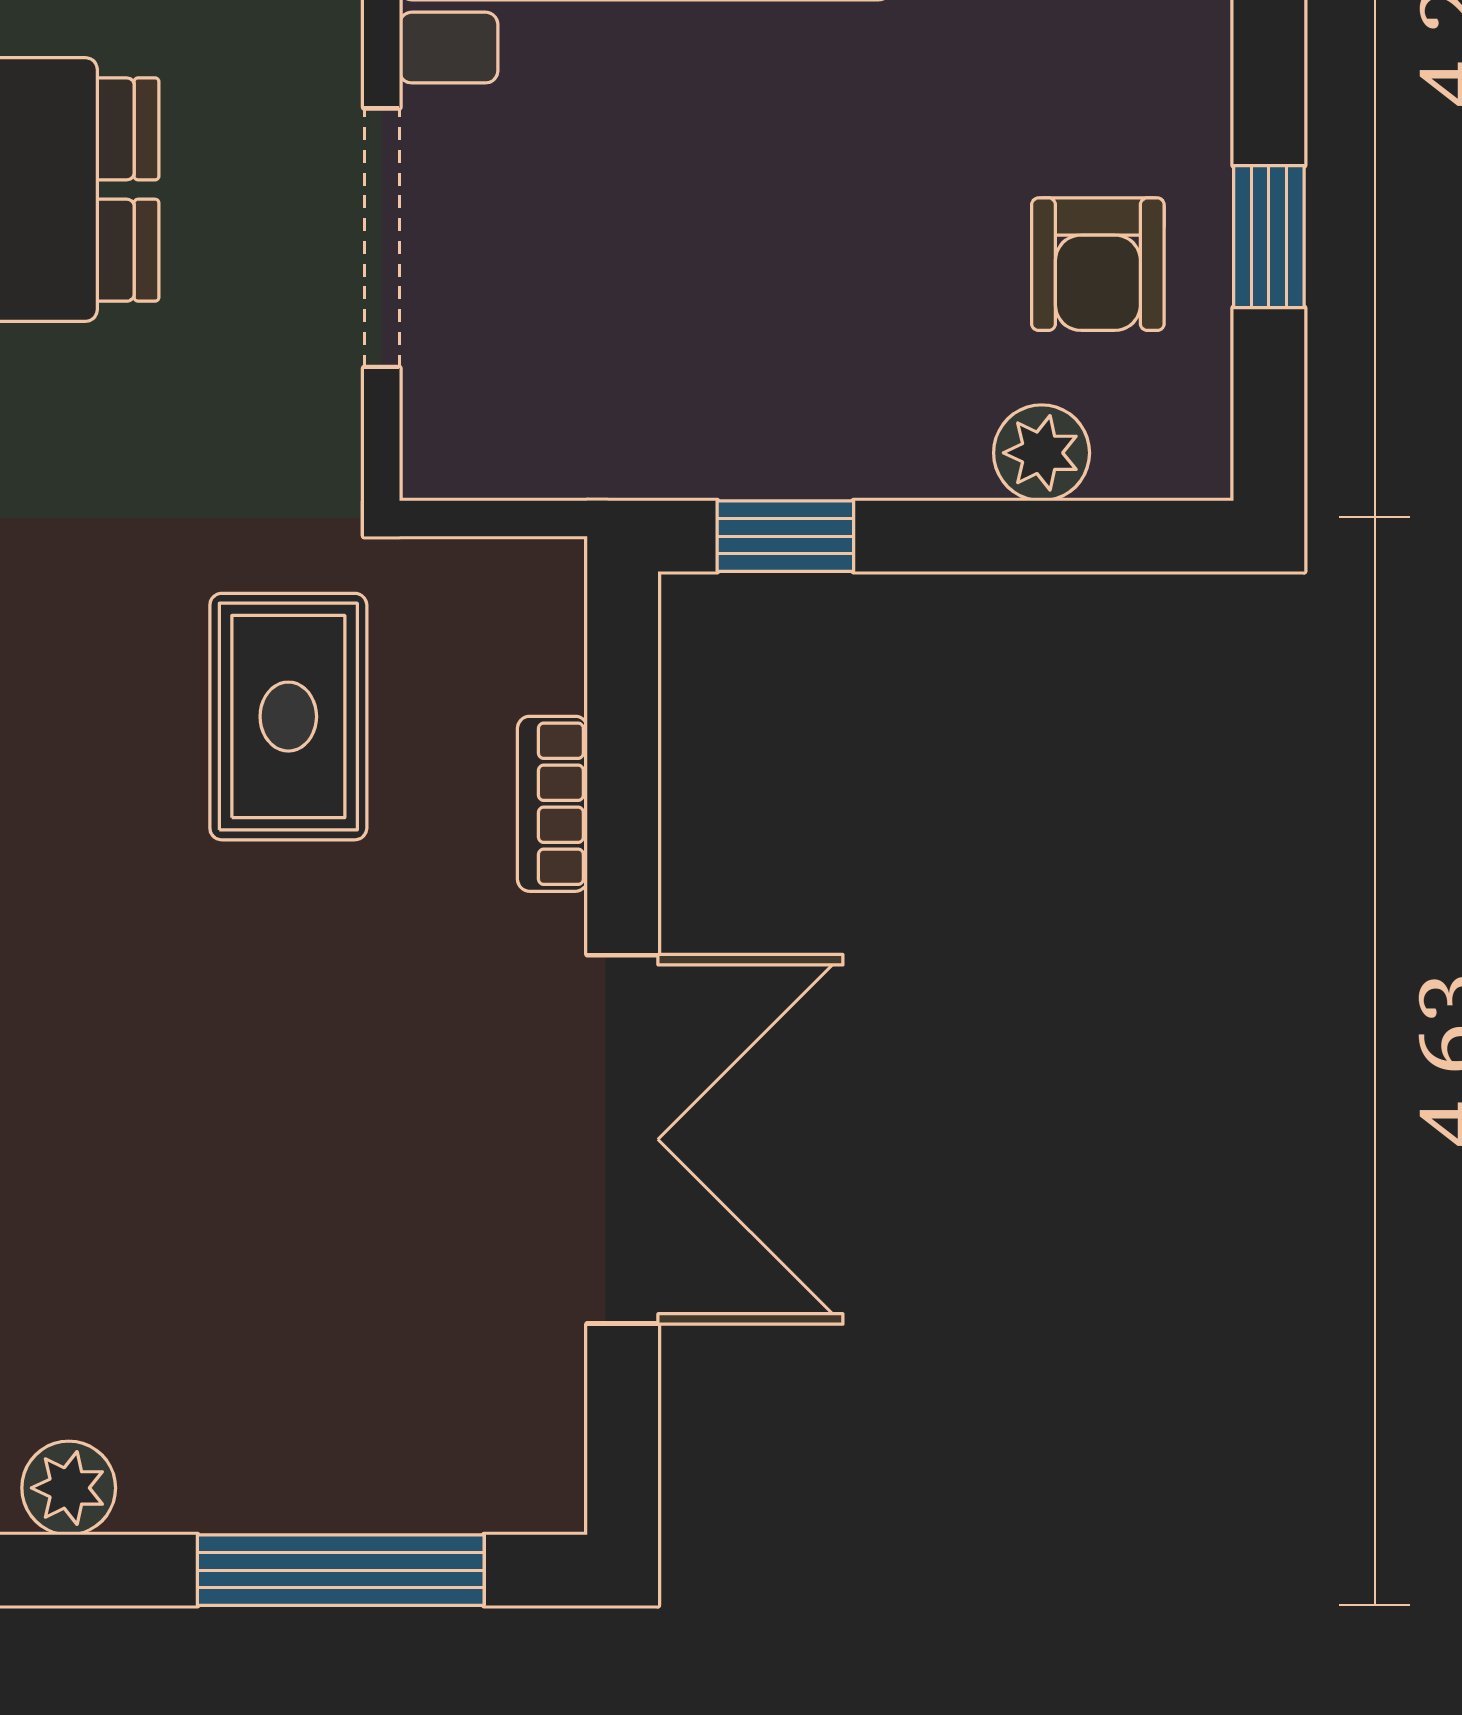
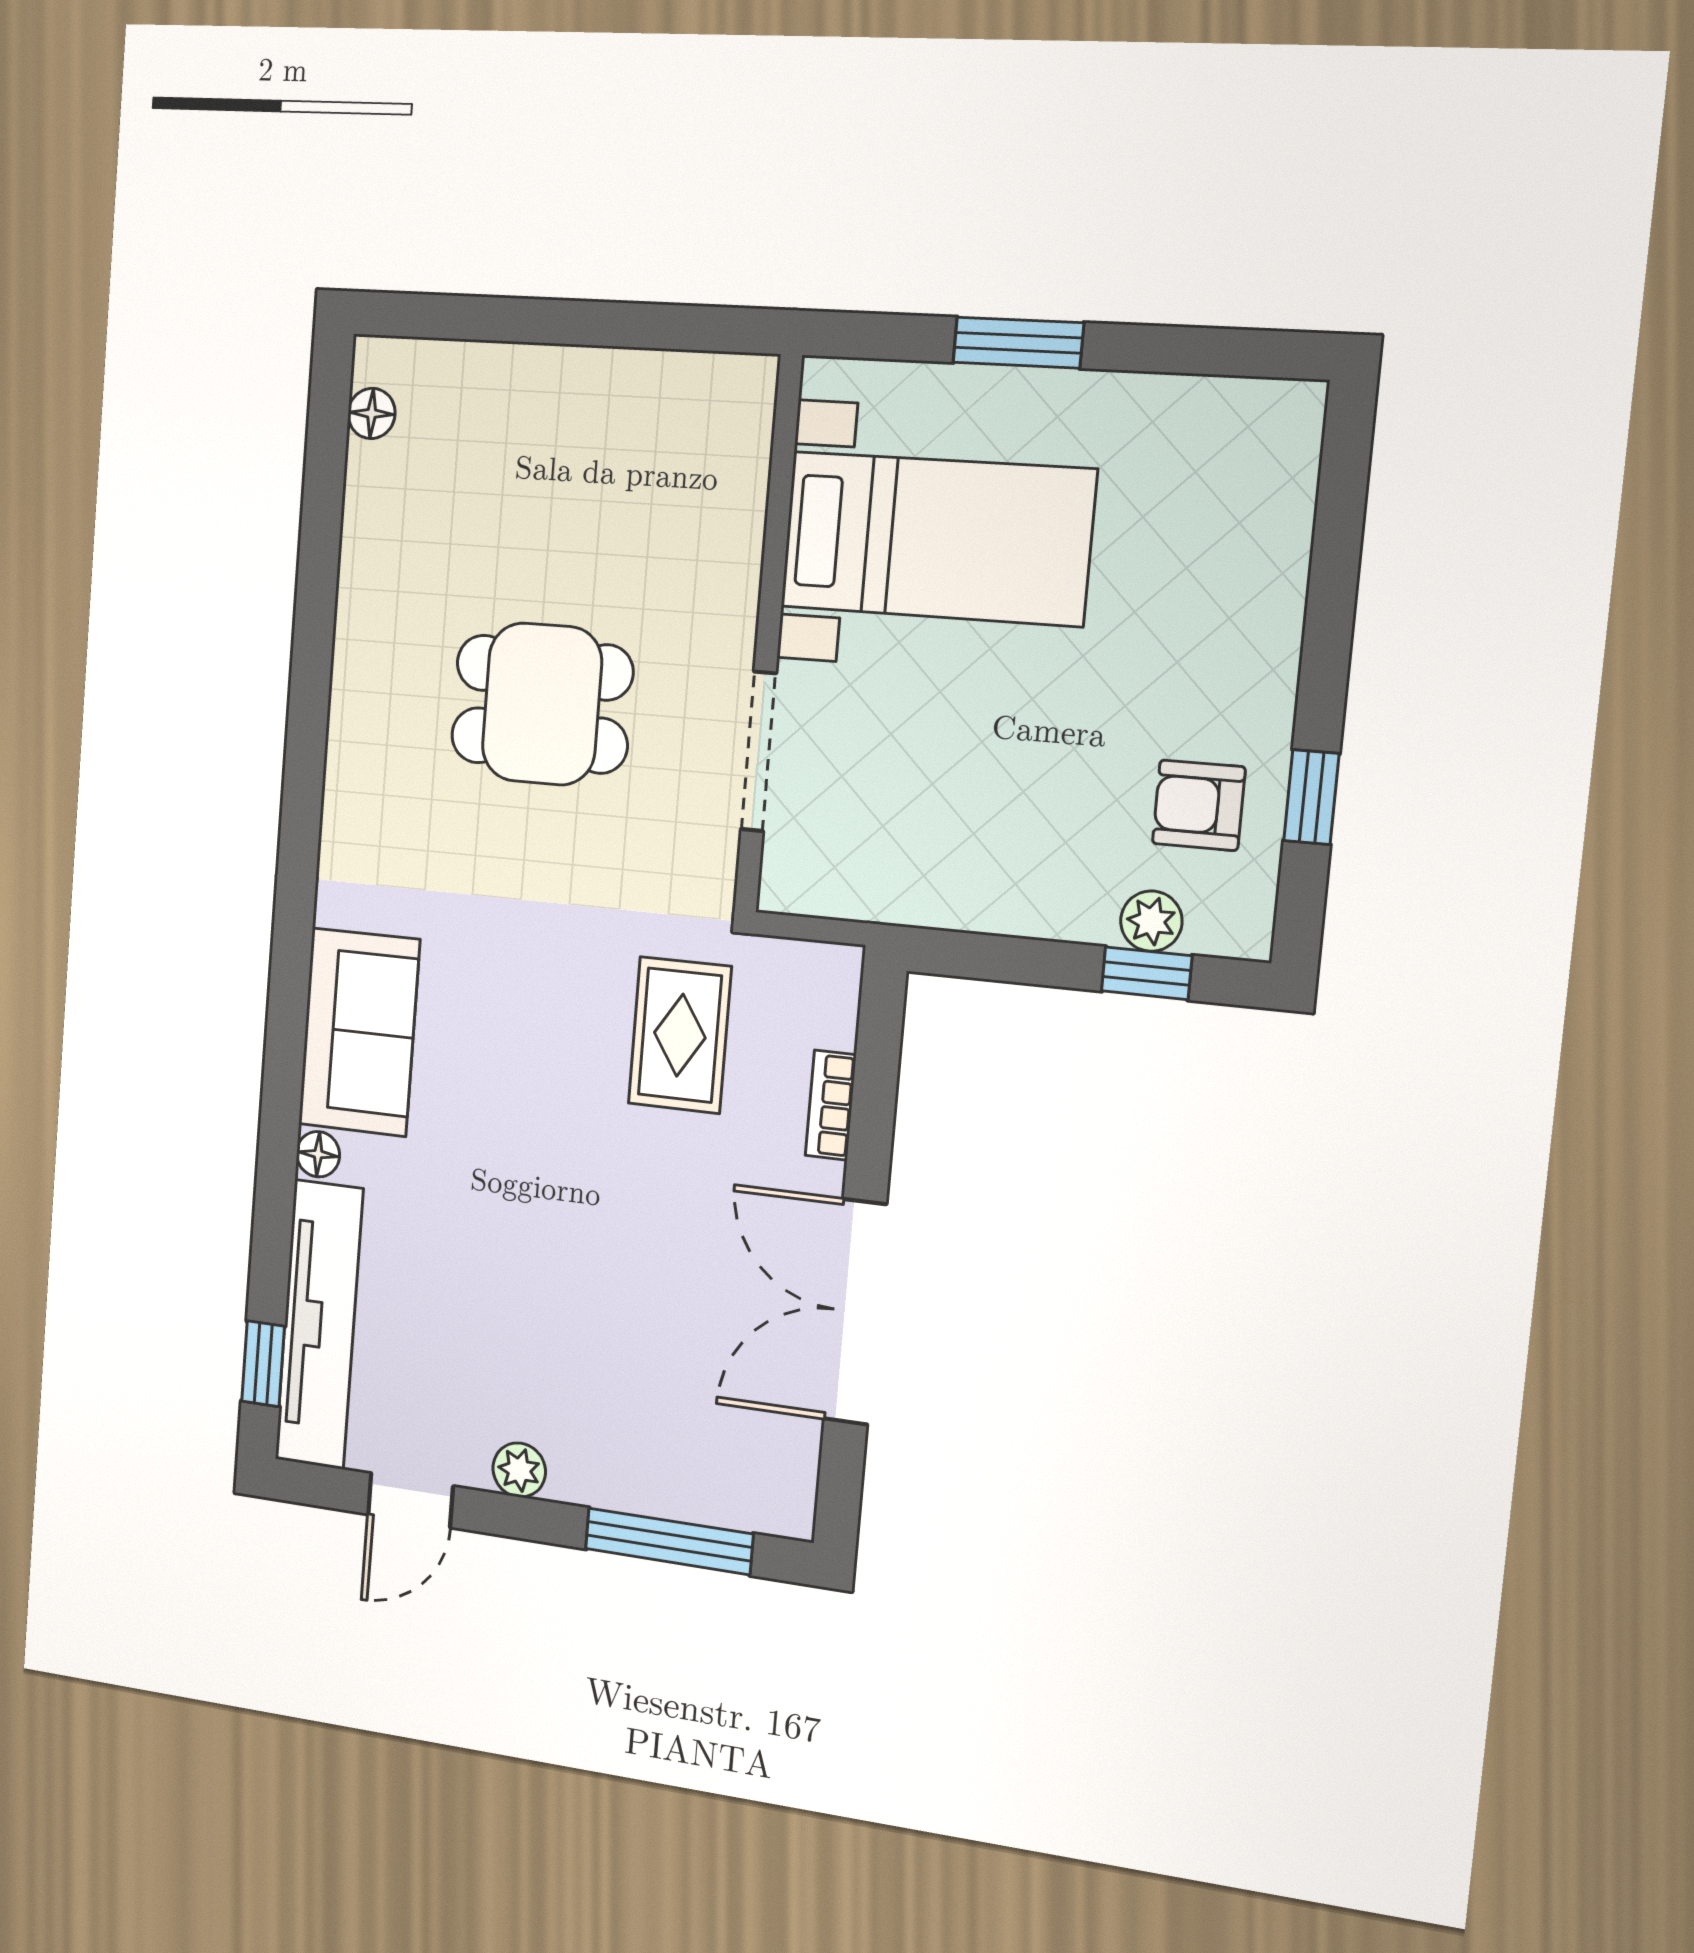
armchair: (1098, 264) -> (1199, 805), turned 90
window: (785, 536) -> (1147, 973), moved
double door: (623, 1139) -> (855, 1312), swing flipped

